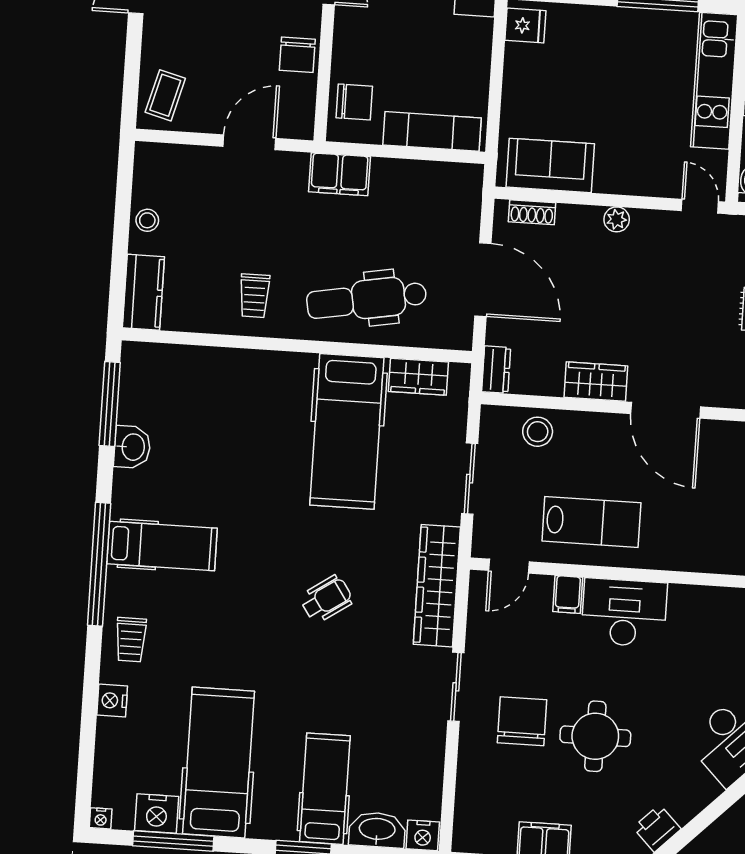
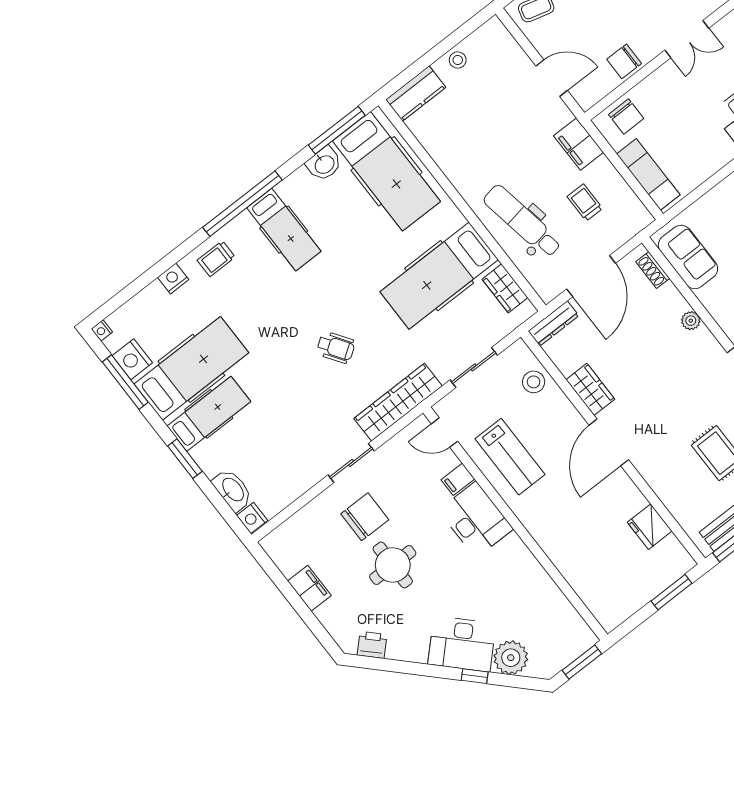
trolley: (254, 296) -> (585, 202), moved, turned 90
dresser: (496, 370) -> (553, 323), width x1.44
hospital bed: (195, 391) -> (386, 171), added
hospital bed: (325, 789) -> (209, 414), moved

